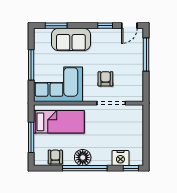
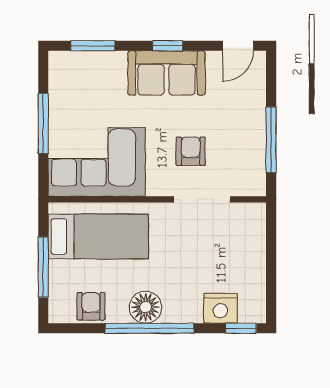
window: (105, 26) -> (168, 46), moved
sofa: (71, 39) -> (167, 73), moved
window: (146, 55) -> (271, 140), moved

